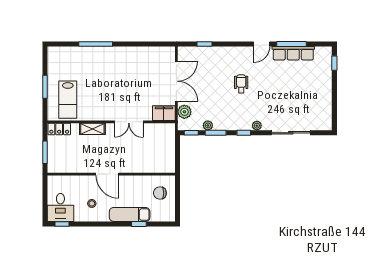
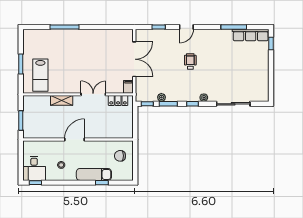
door: (262, 44) -> (186, 27), moved
row of seats: (293, 53) -> (251, 35), moved
plant: (184, 112) -> (141, 86), removed
filing cabinet: (164, 113) -> (128, 87), width x0.50
double door: (129, 122) -> (93, 94), swing flipped
locker: (59, 129) -> (118, 101), moved
door: (107, 174) -> (75, 140), swing flipped

